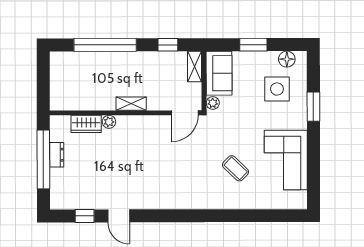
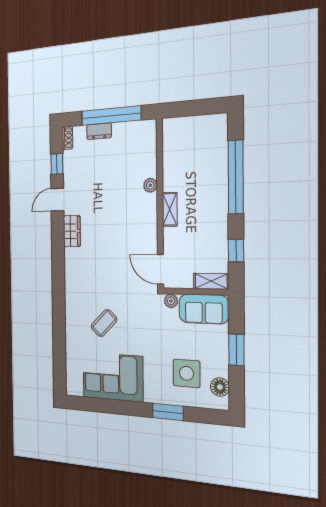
wardrobe: (86, 124) -> (72, 231), moved, turned 180
dresser: (57, 155) -> (99, 131), moved
shoe rack: (61, 204) -> (67, 138), added

